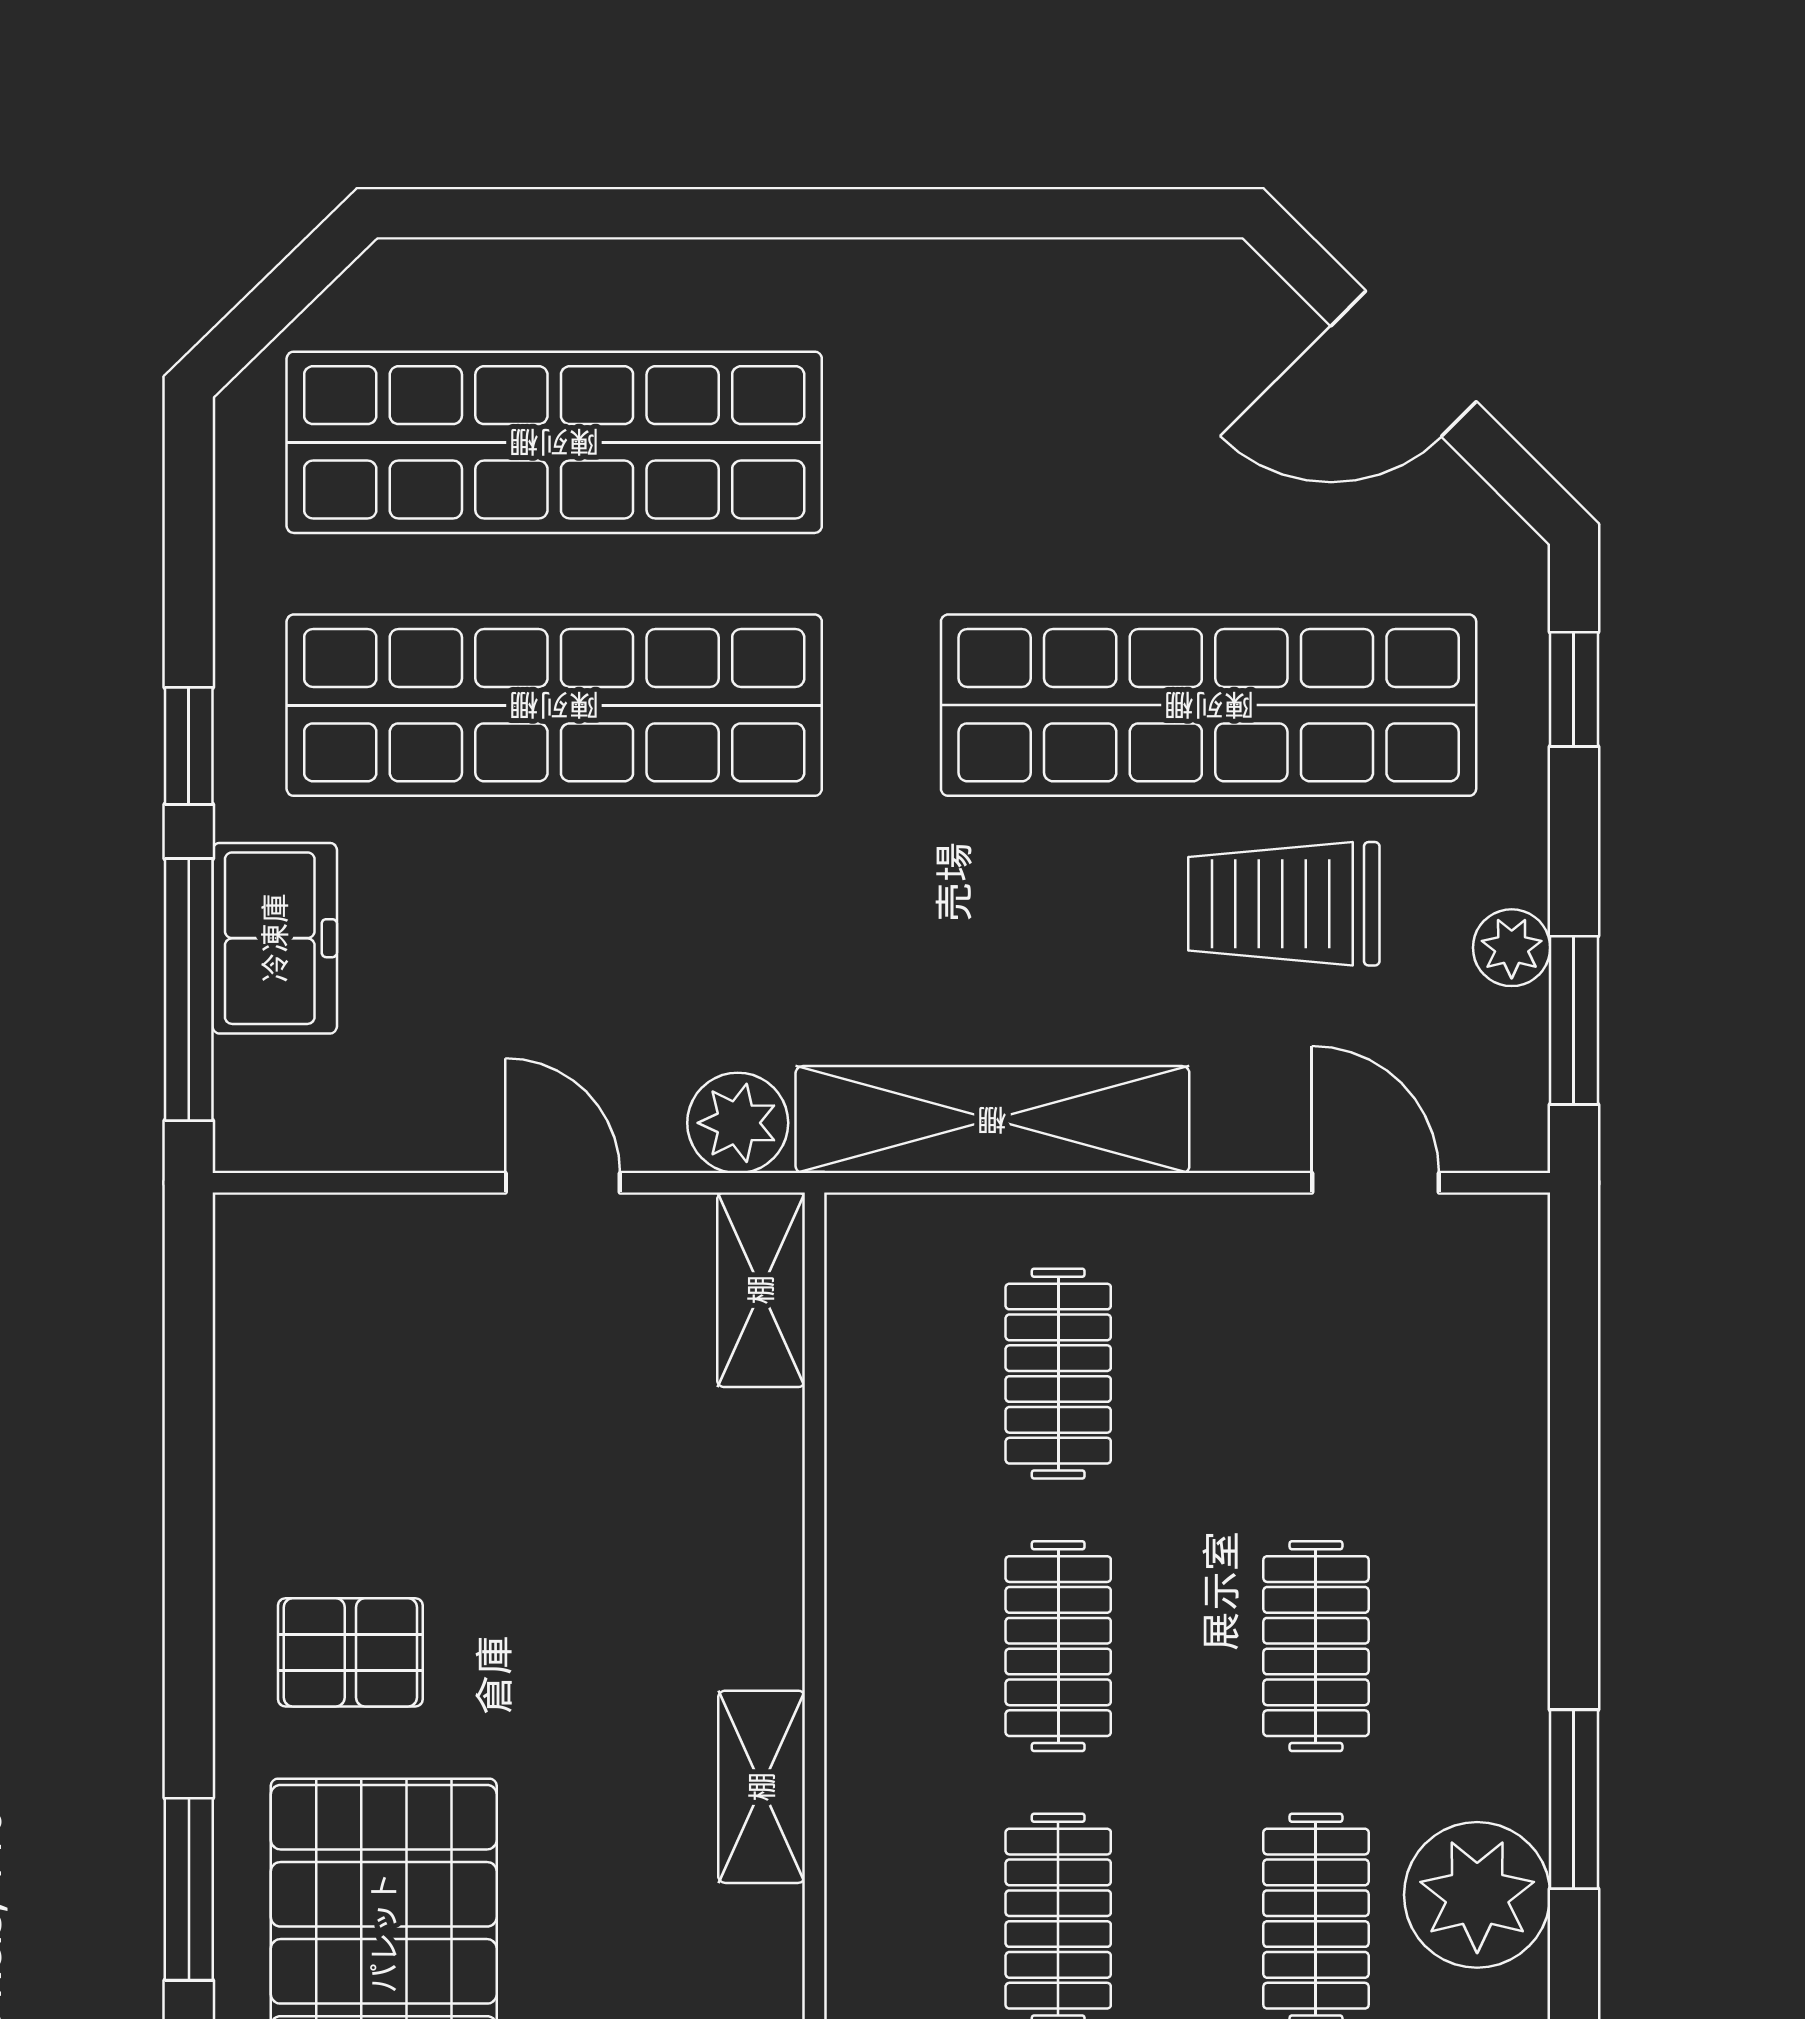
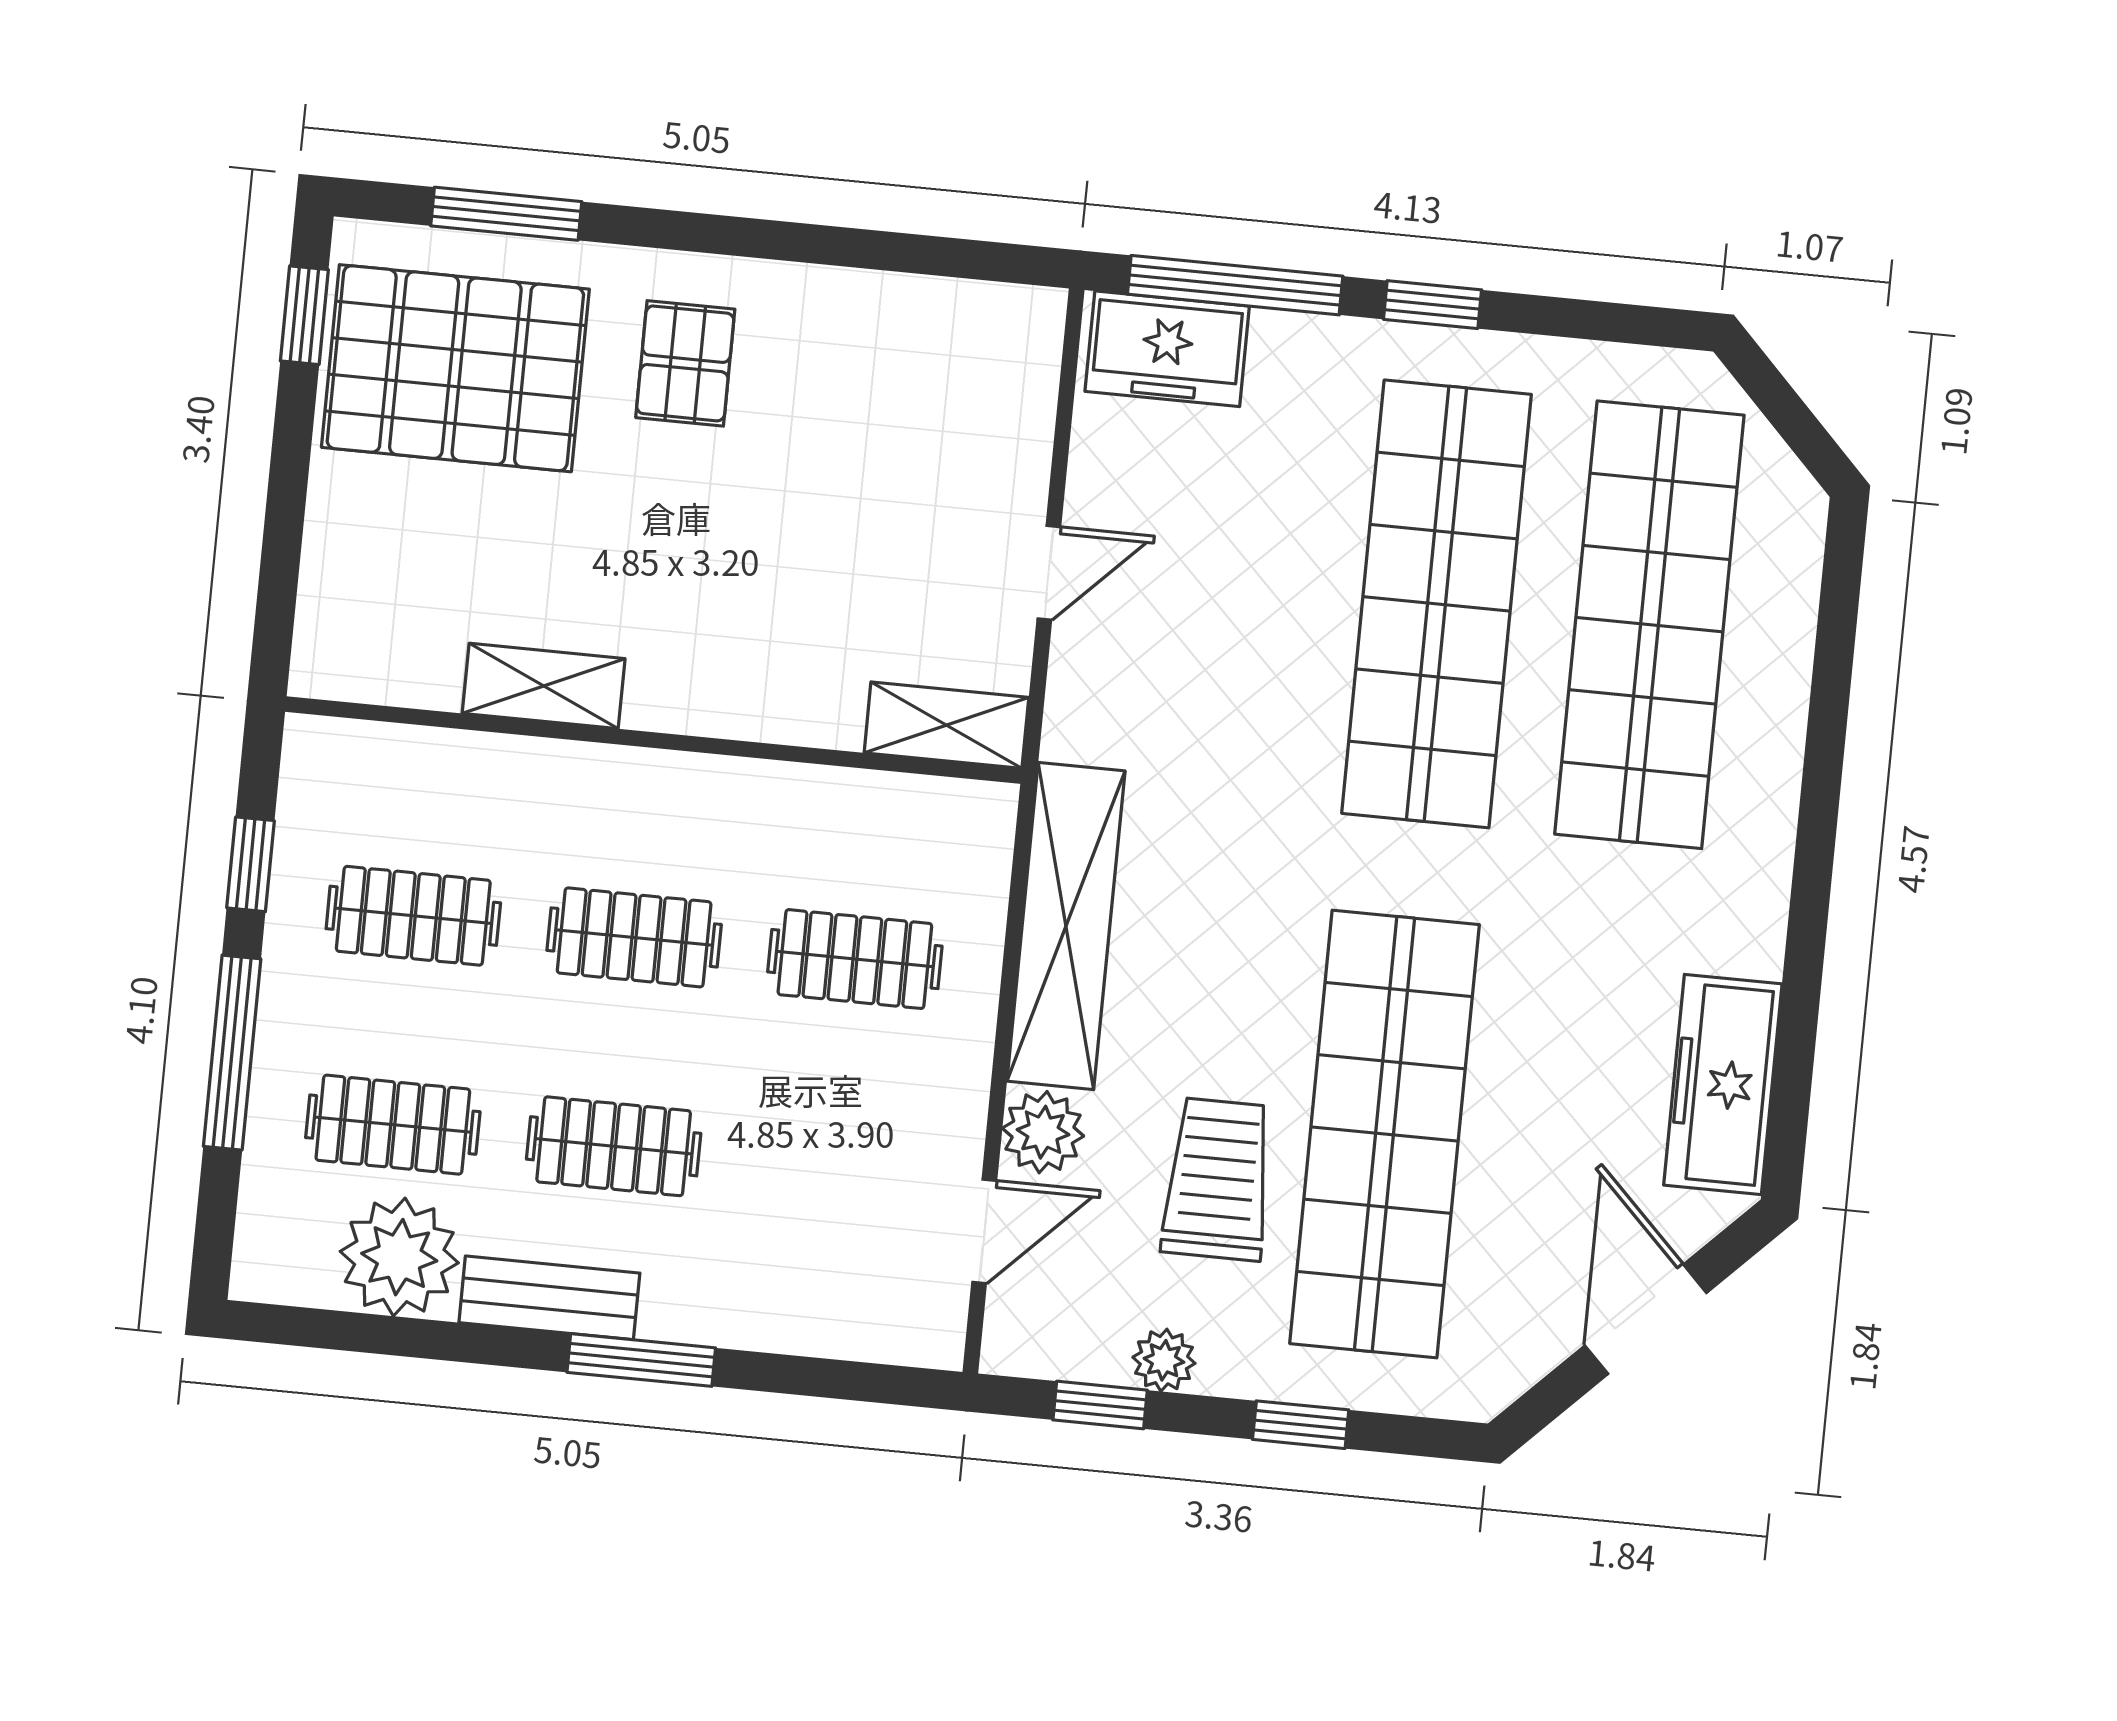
freezer: (1107, 297) -> (1723, 1084), added
window: (1574, 689) -> (1301, 1425), moved
freezer: (275, 938) -> (1167, 349), moved
window: (1574, 1020) -> (1100, 1405), width x0.67
plant: (738, 1123) -> (1043, 1132), moved
bench: (1509, 1706) -> (549, 1298), added
window: (1574, 1799) -> (641, 1360), moved

